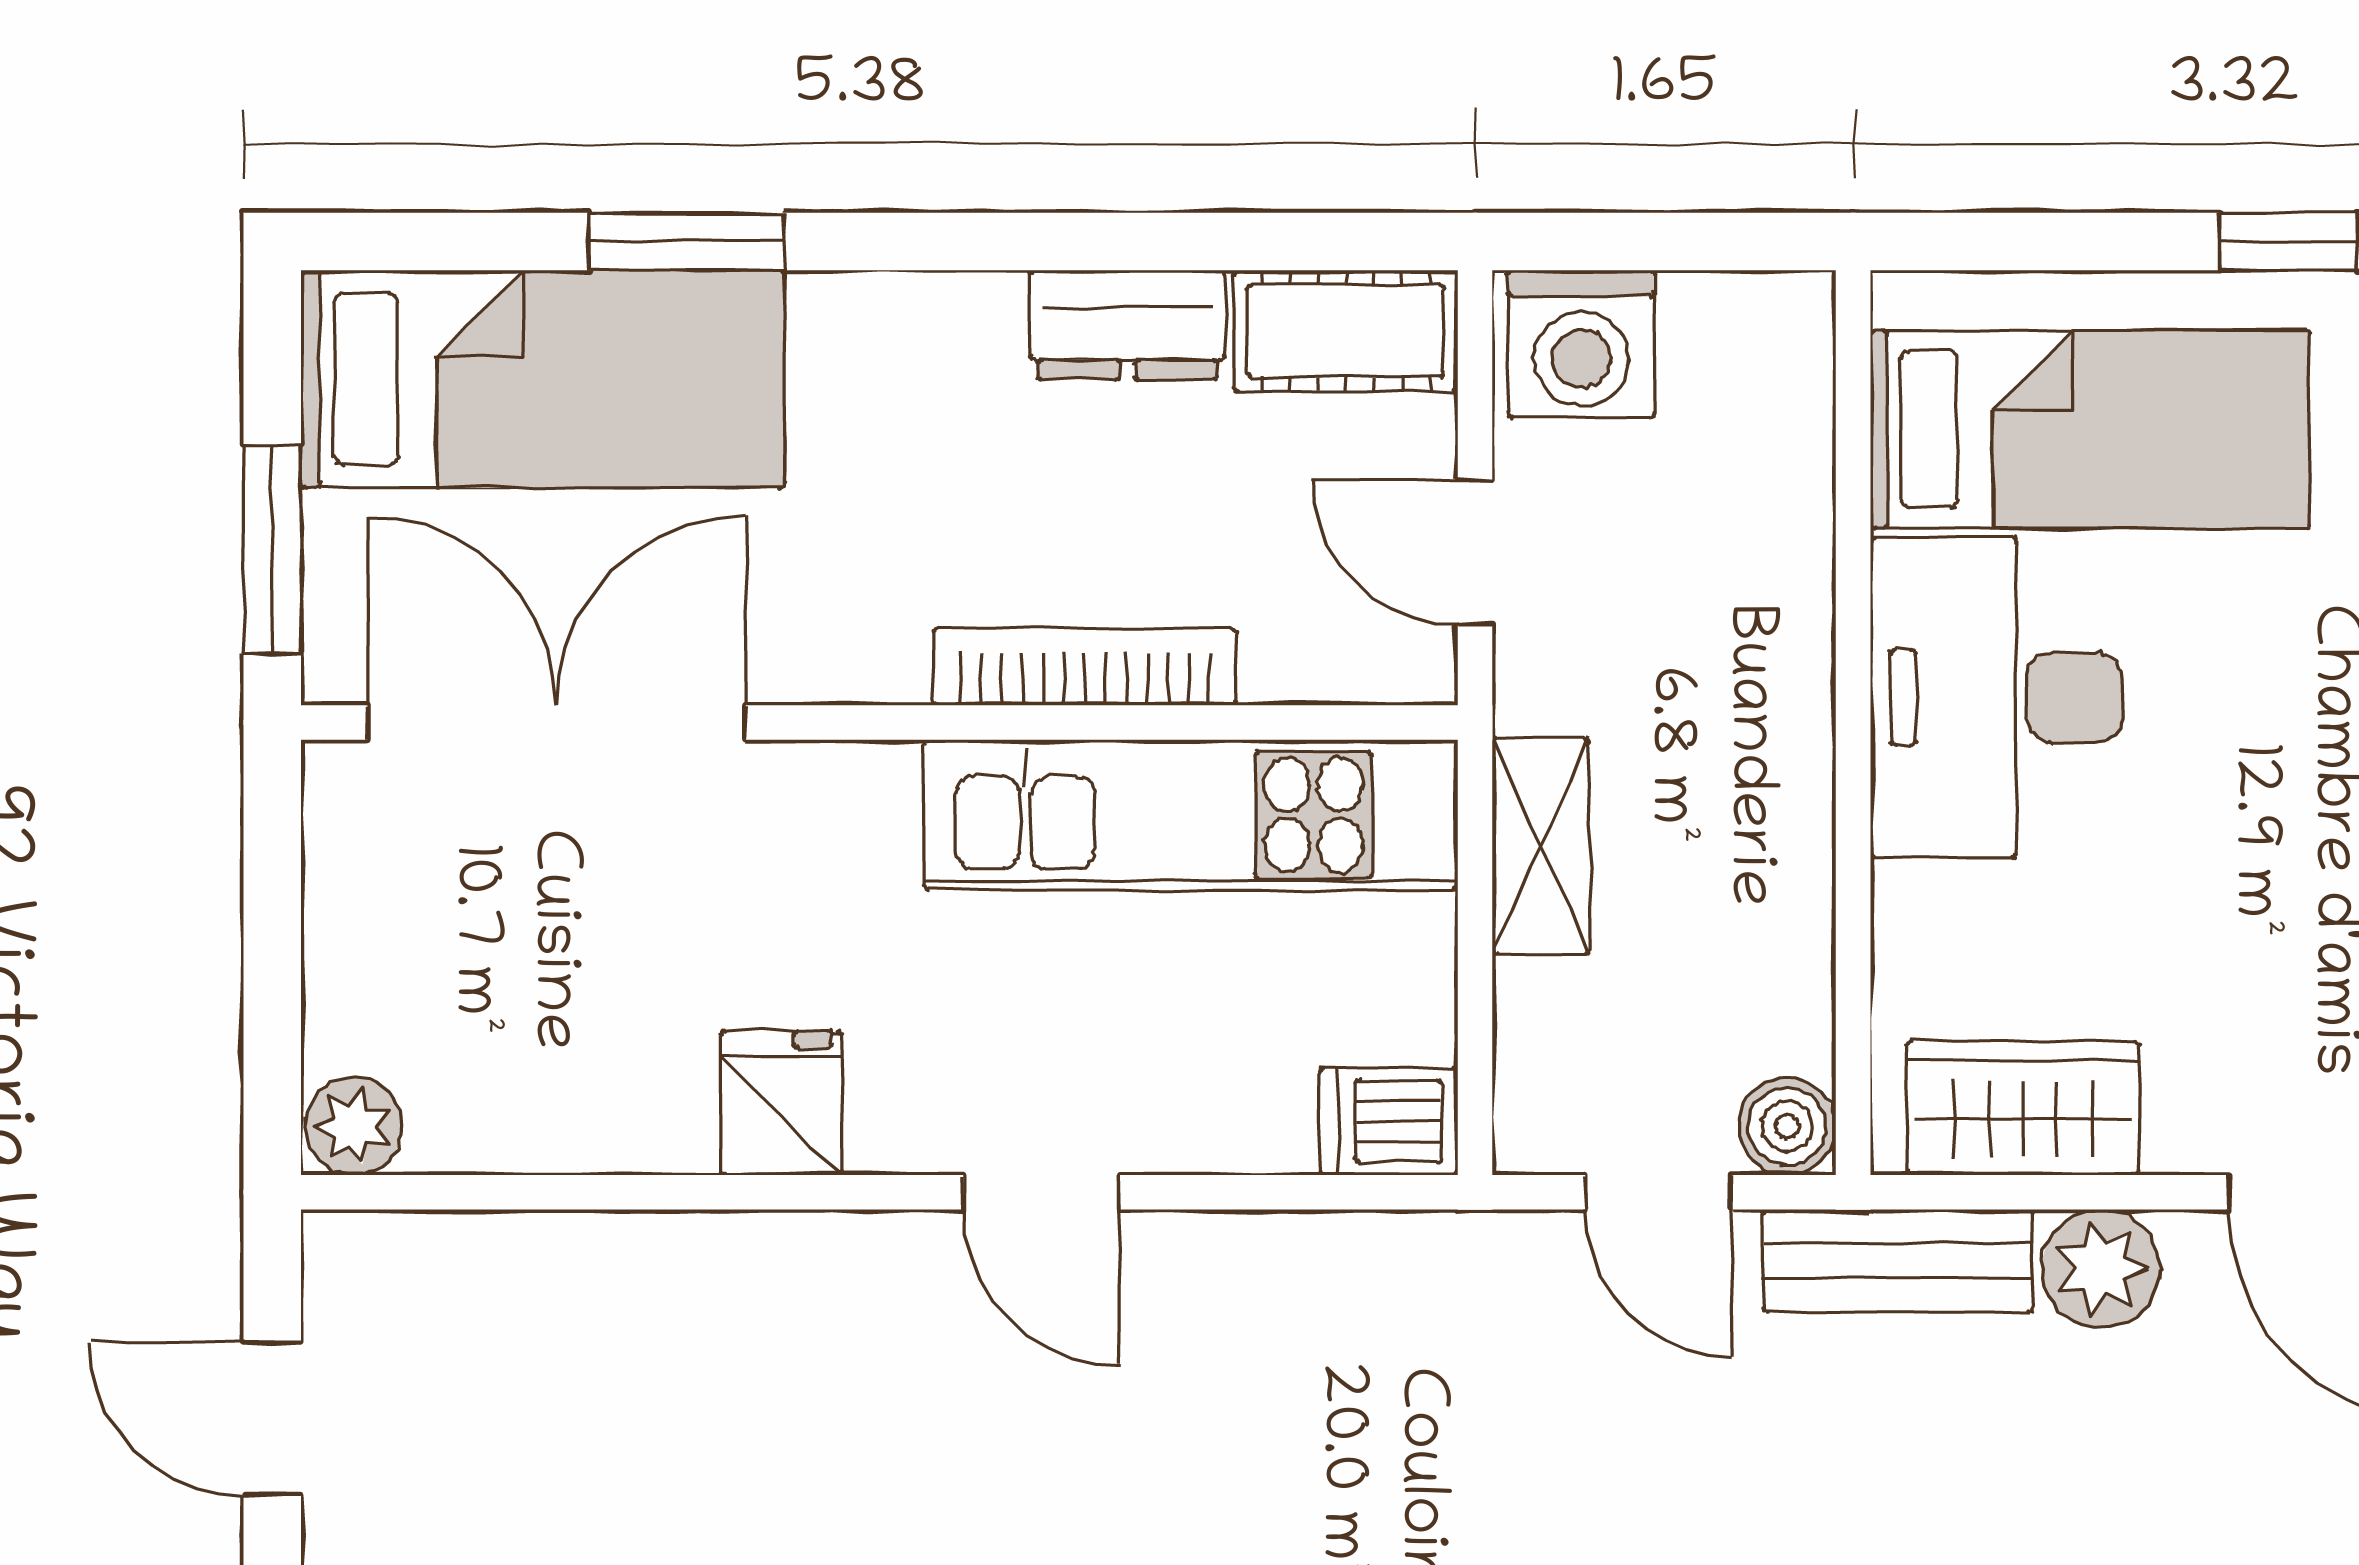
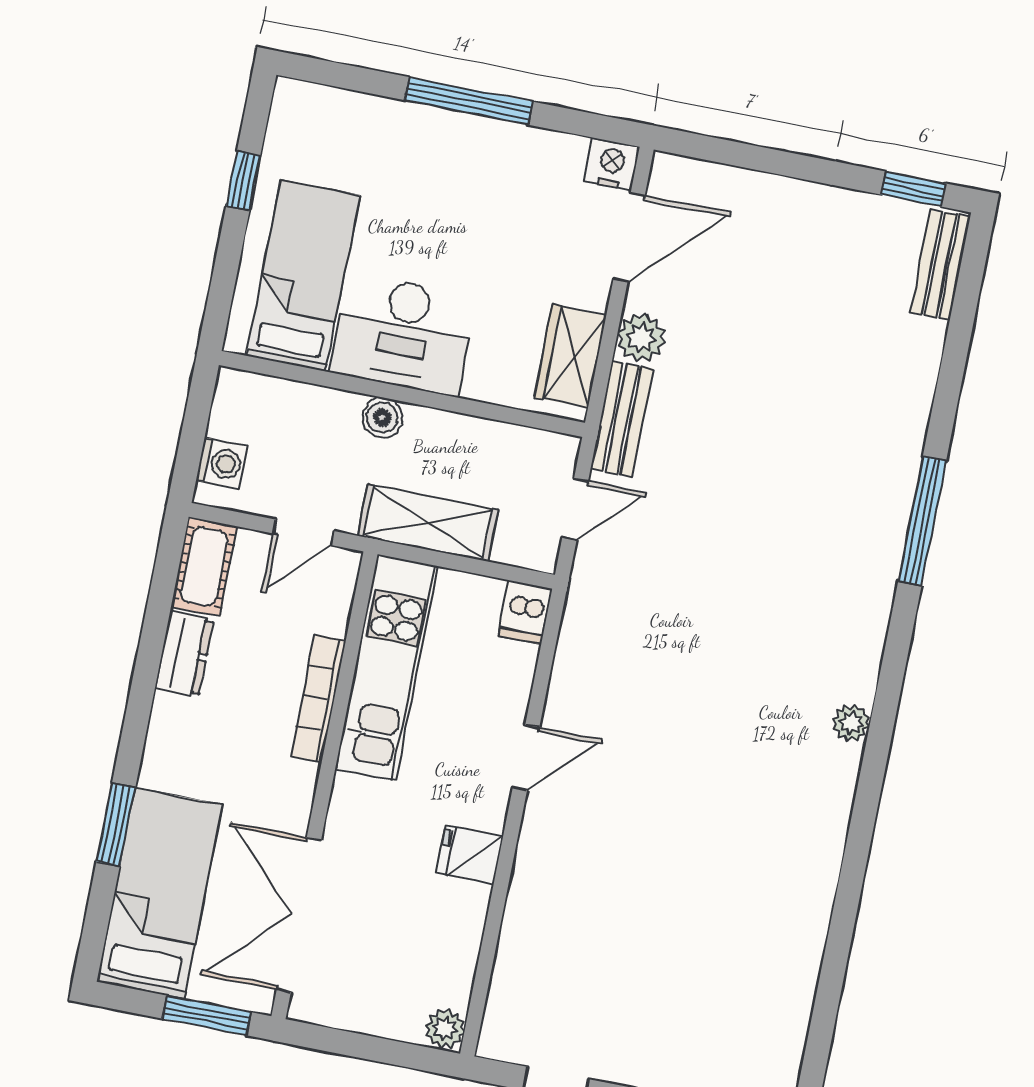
washing machine: (1582, 344) -> (222, 463), width x0.73, depth x0.73
shelving: (1541, 846) -> (428, 523), width x1.50, depth x1.33
boiler: (1787, 1126) -> (382, 418), moved

